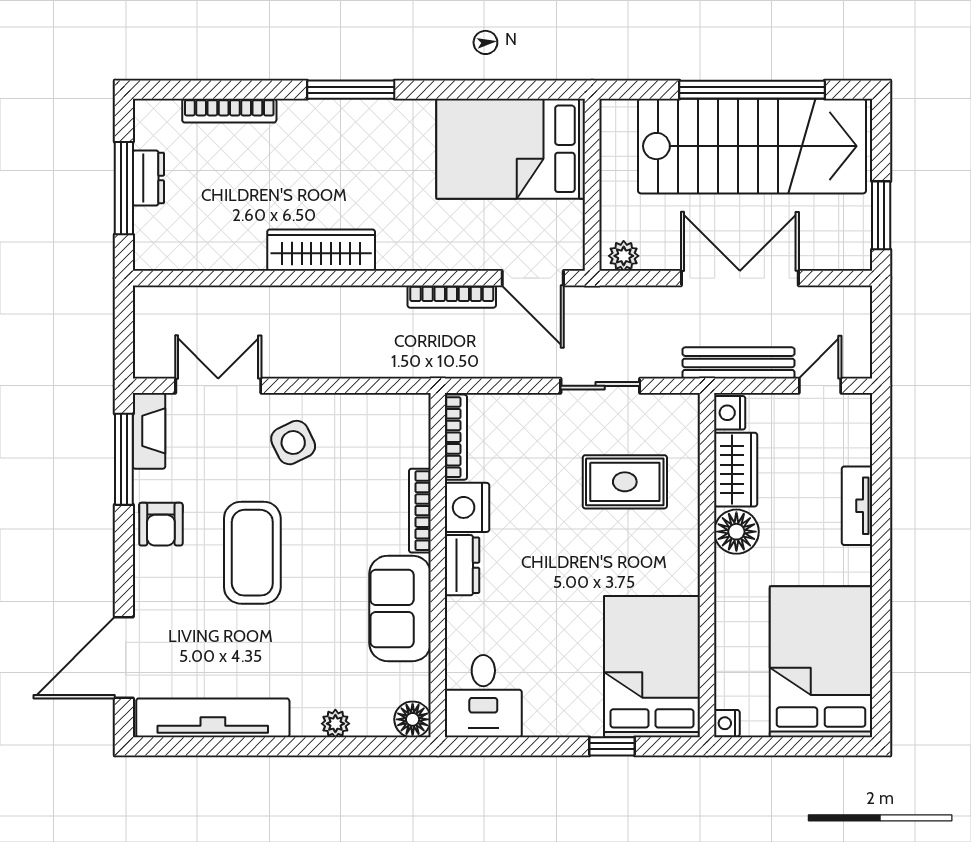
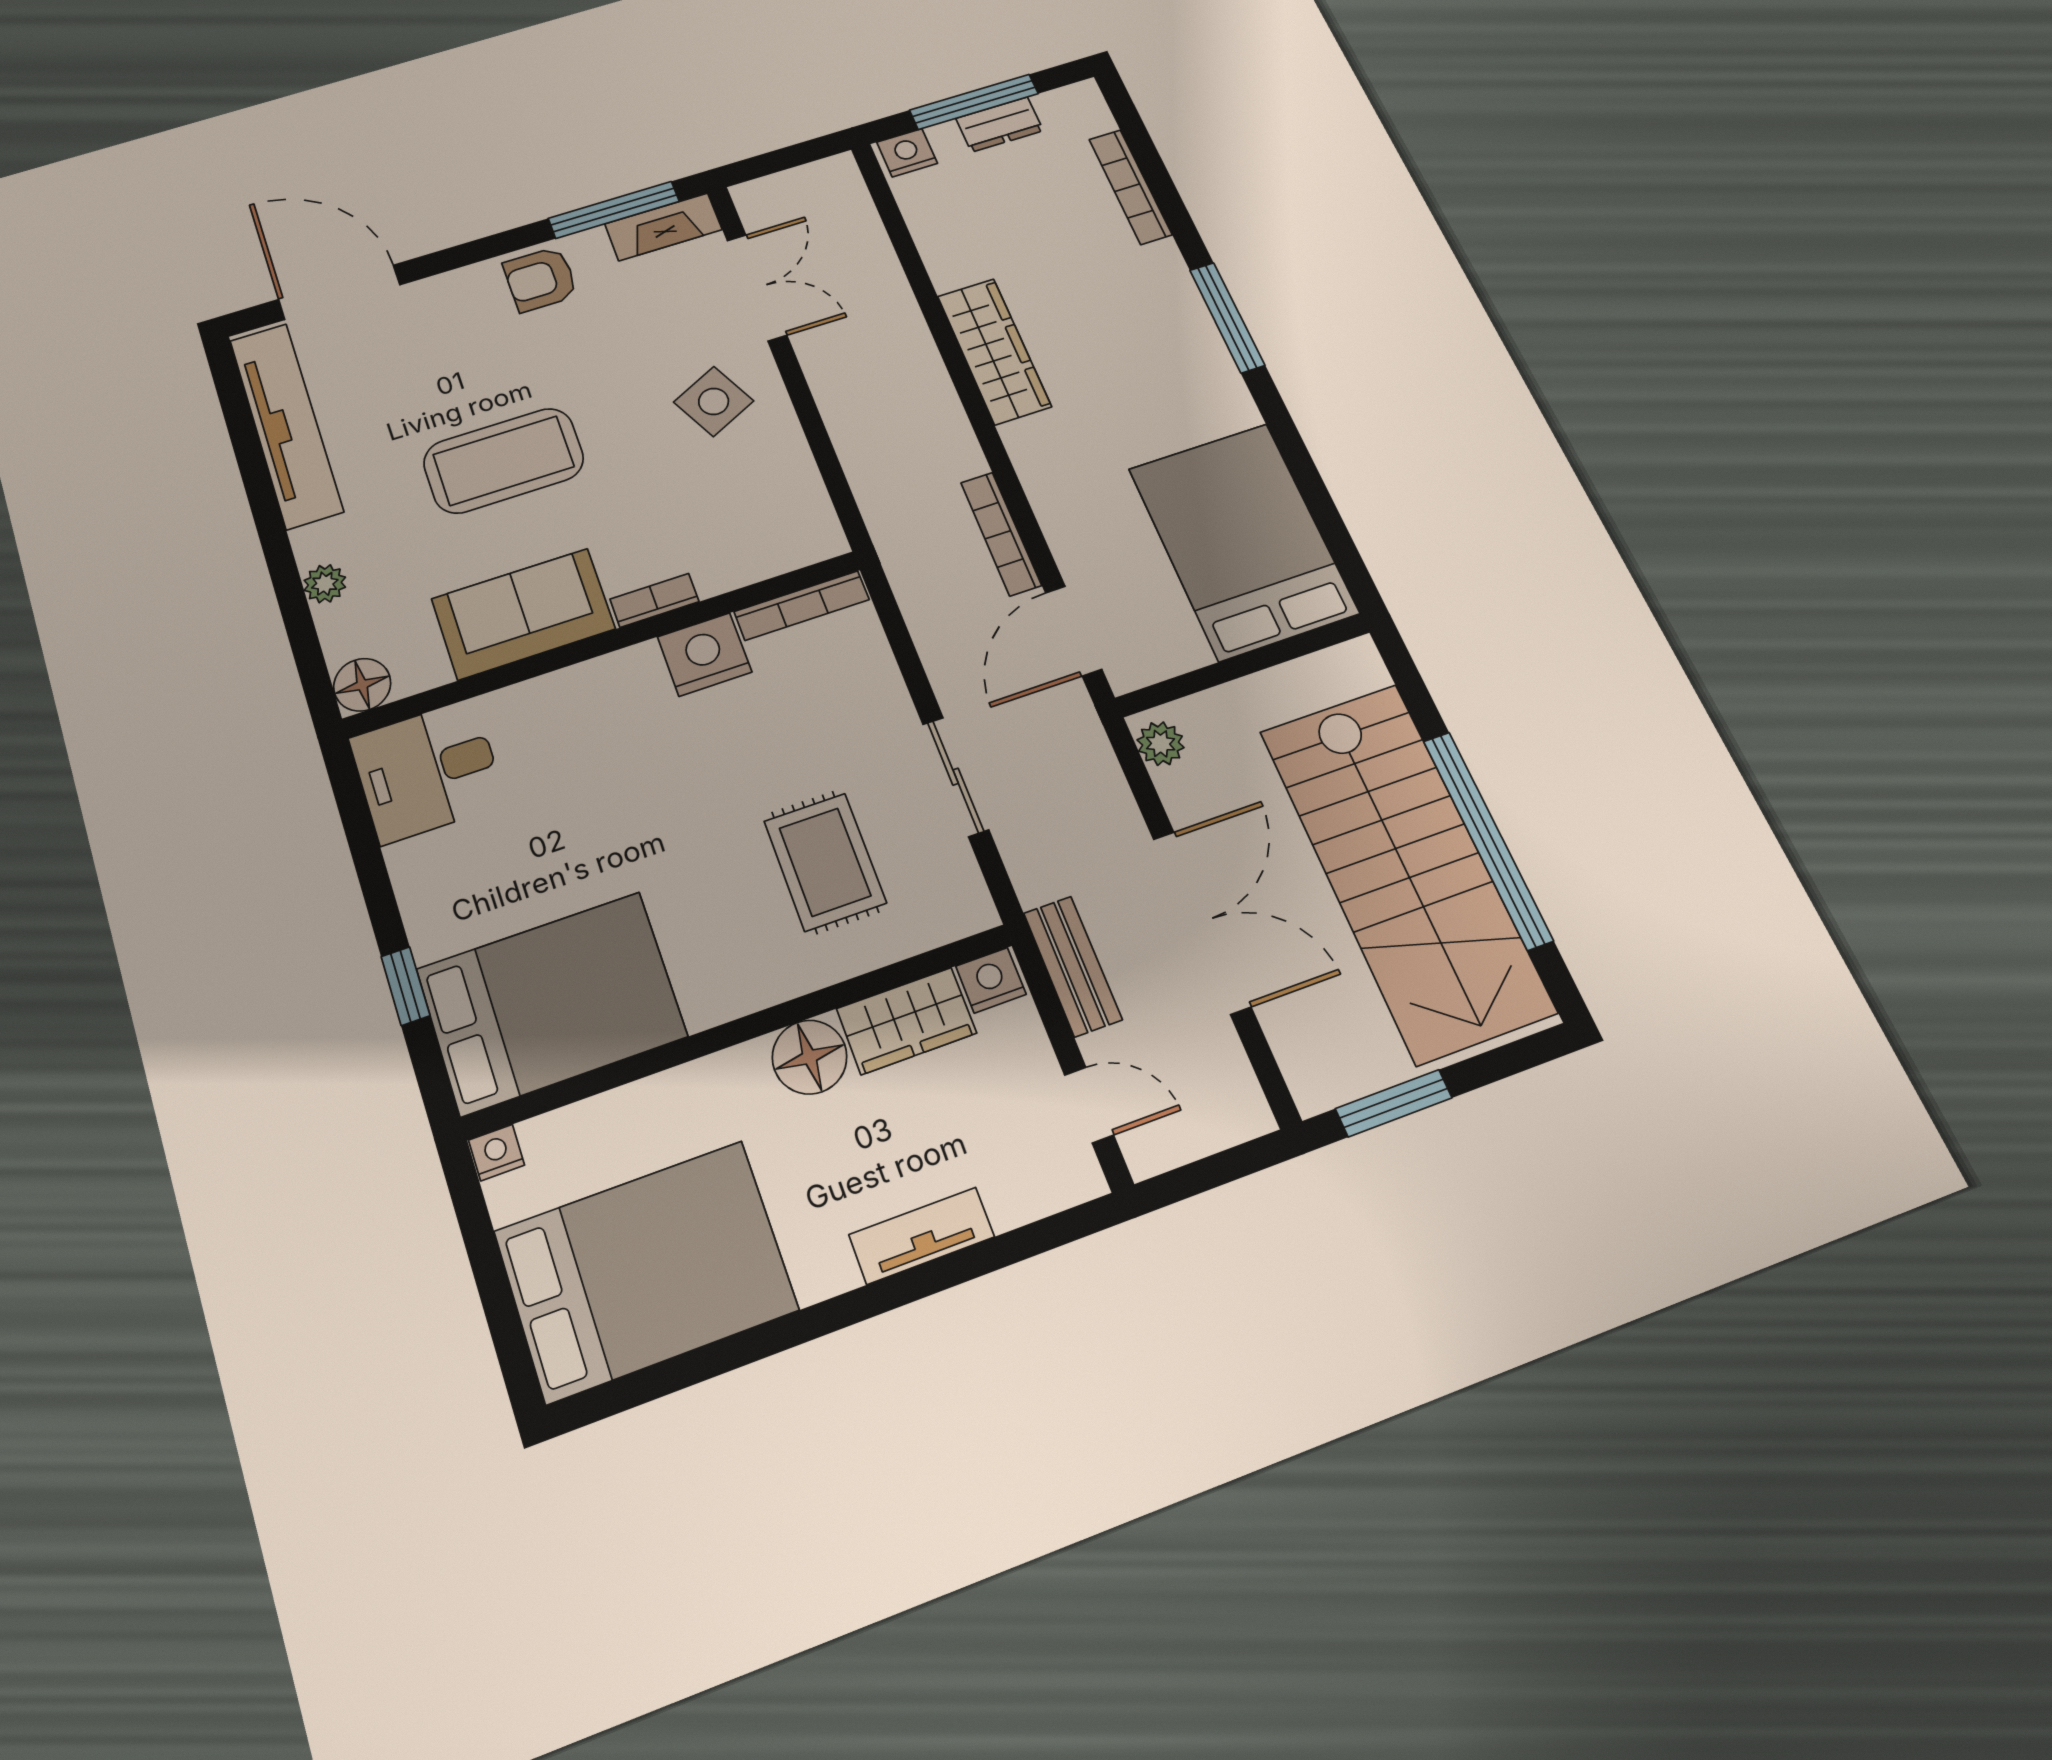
nightstand: (149, 249) -> (907, 153), added
bench: (739, 363) -> (1073, 966), width x0.73
bookcase: (420, 511) -> (654, 600), width x0.64
coffee table: (252, 553) -> (504, 461), moved
dresser: (462, 565) -> (616, 676), removed

